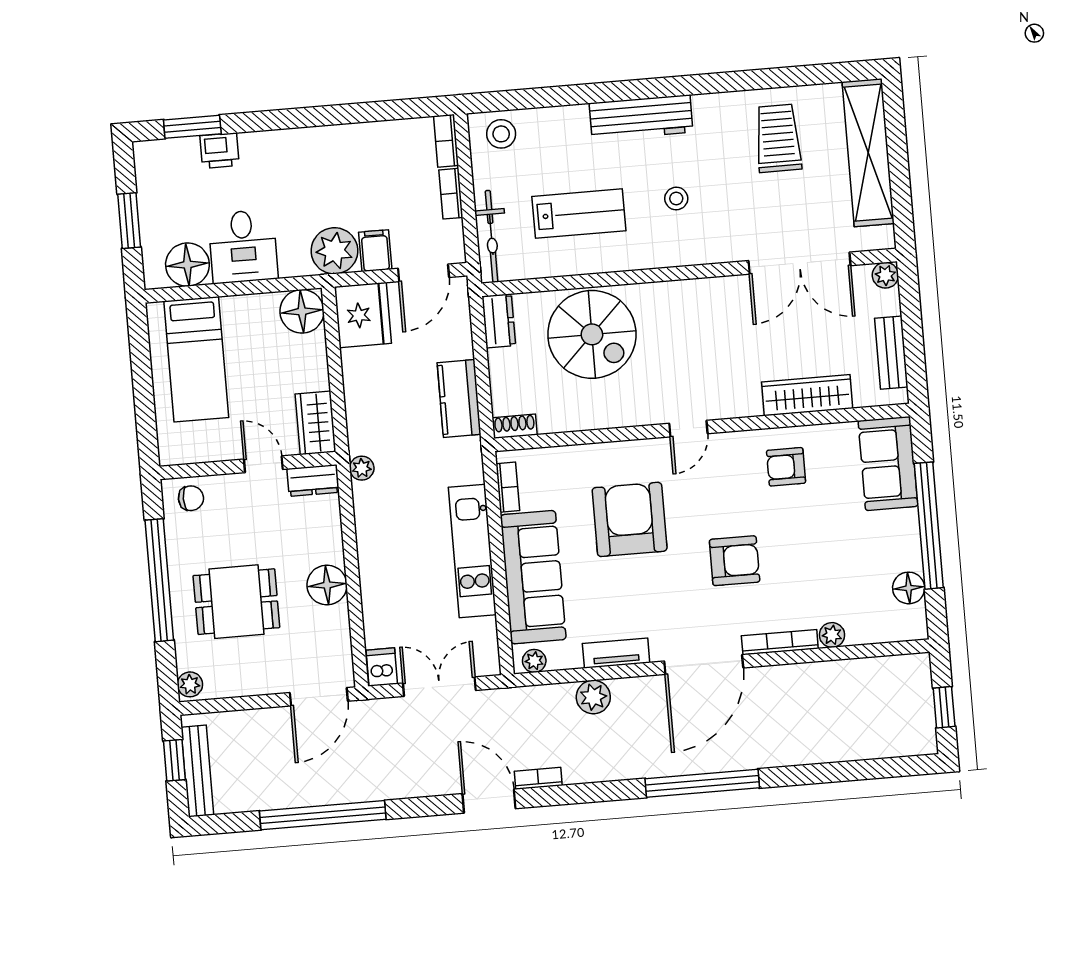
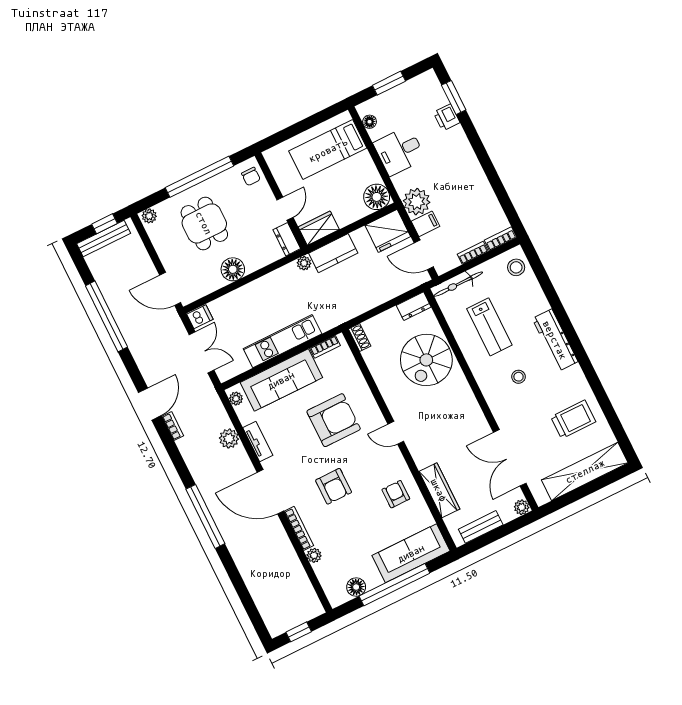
floor lamp: (187, 265) -> (369, 122), width x0.53, depth x0.53
kitchen counter: (459, 398) -> (333, 253), moved, turned 180
sofa: (888, 463) -> (411, 553), width x1.36

